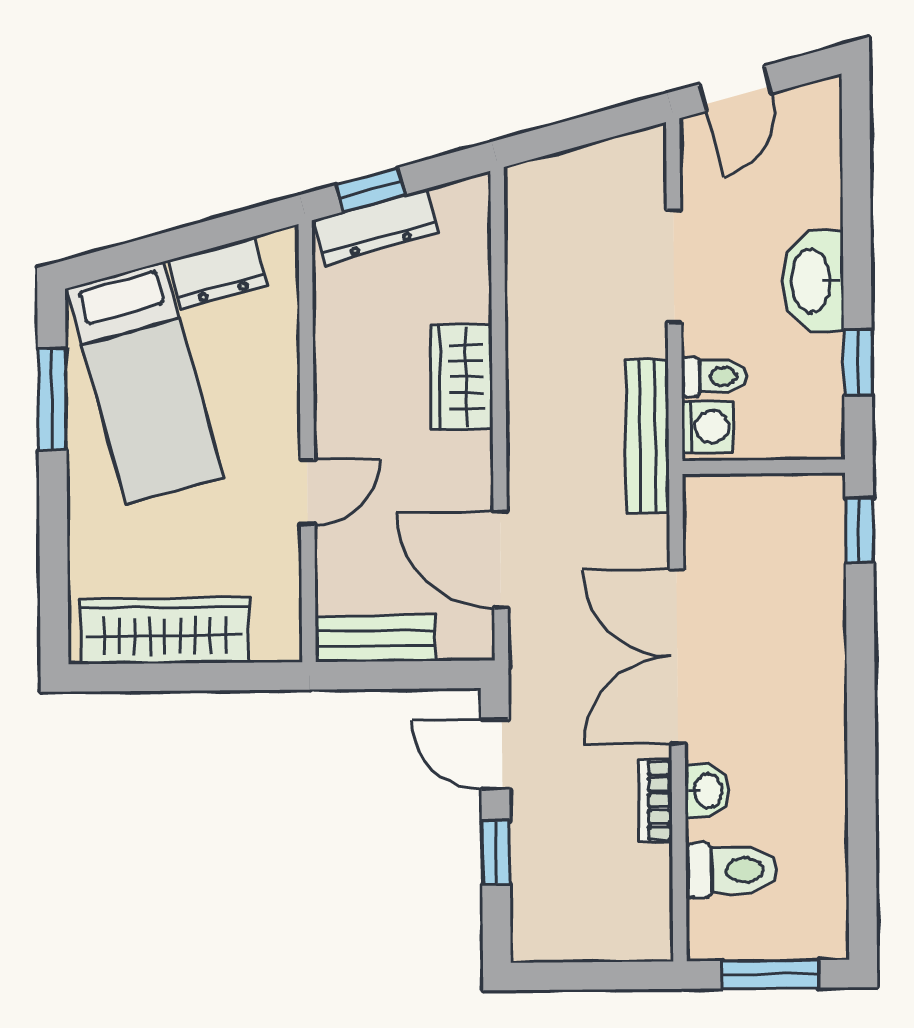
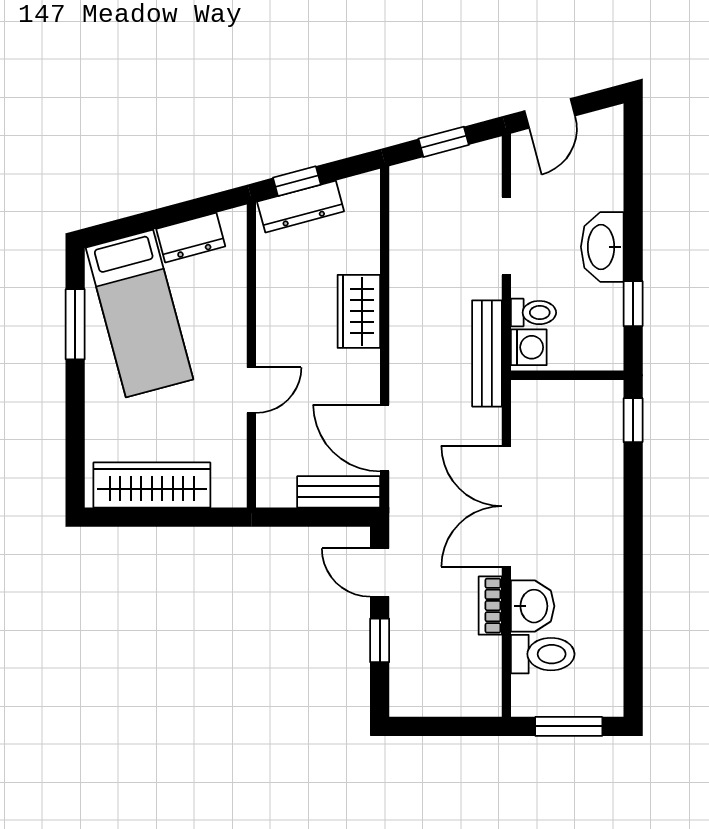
window: (582, 131) -> (444, 142), added
bench: (375, 639) -> (339, 492), moved
washbasin: (707, 791) -> (533, 606), width x1.38, depth x1.45

